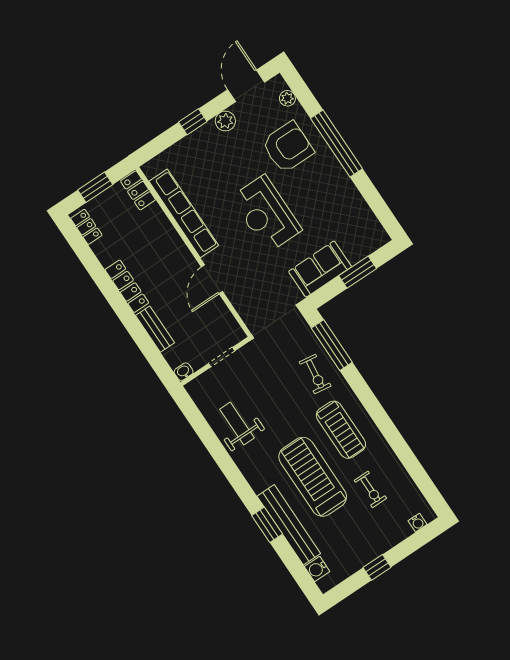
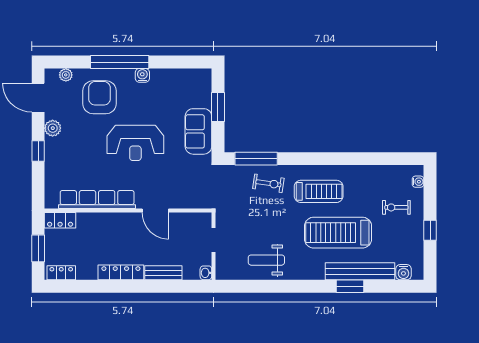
water cooler: (338, 175) -> (142, 75), added
exercise bike: (370, 489) -> (396, 207), moved, turned 180

